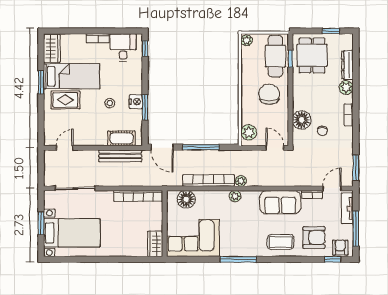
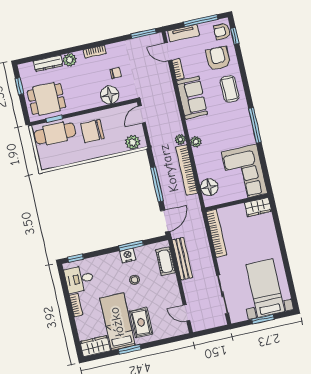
plant: (247, 40) -> (46, 164), removed

